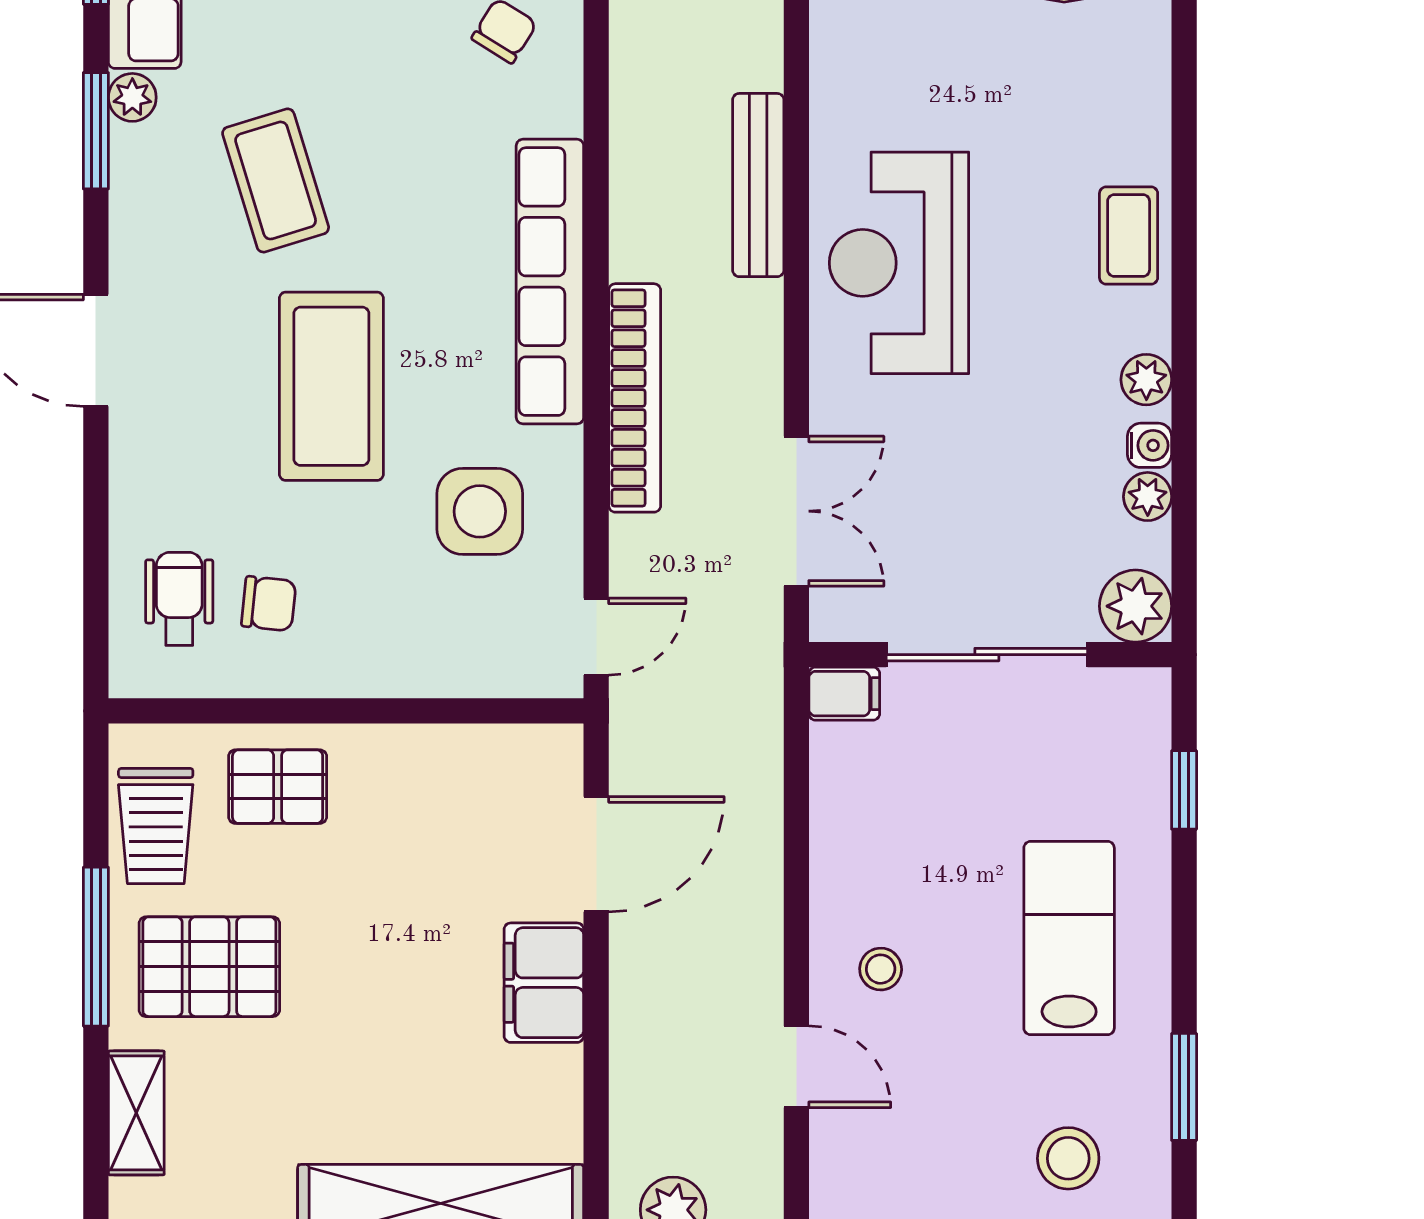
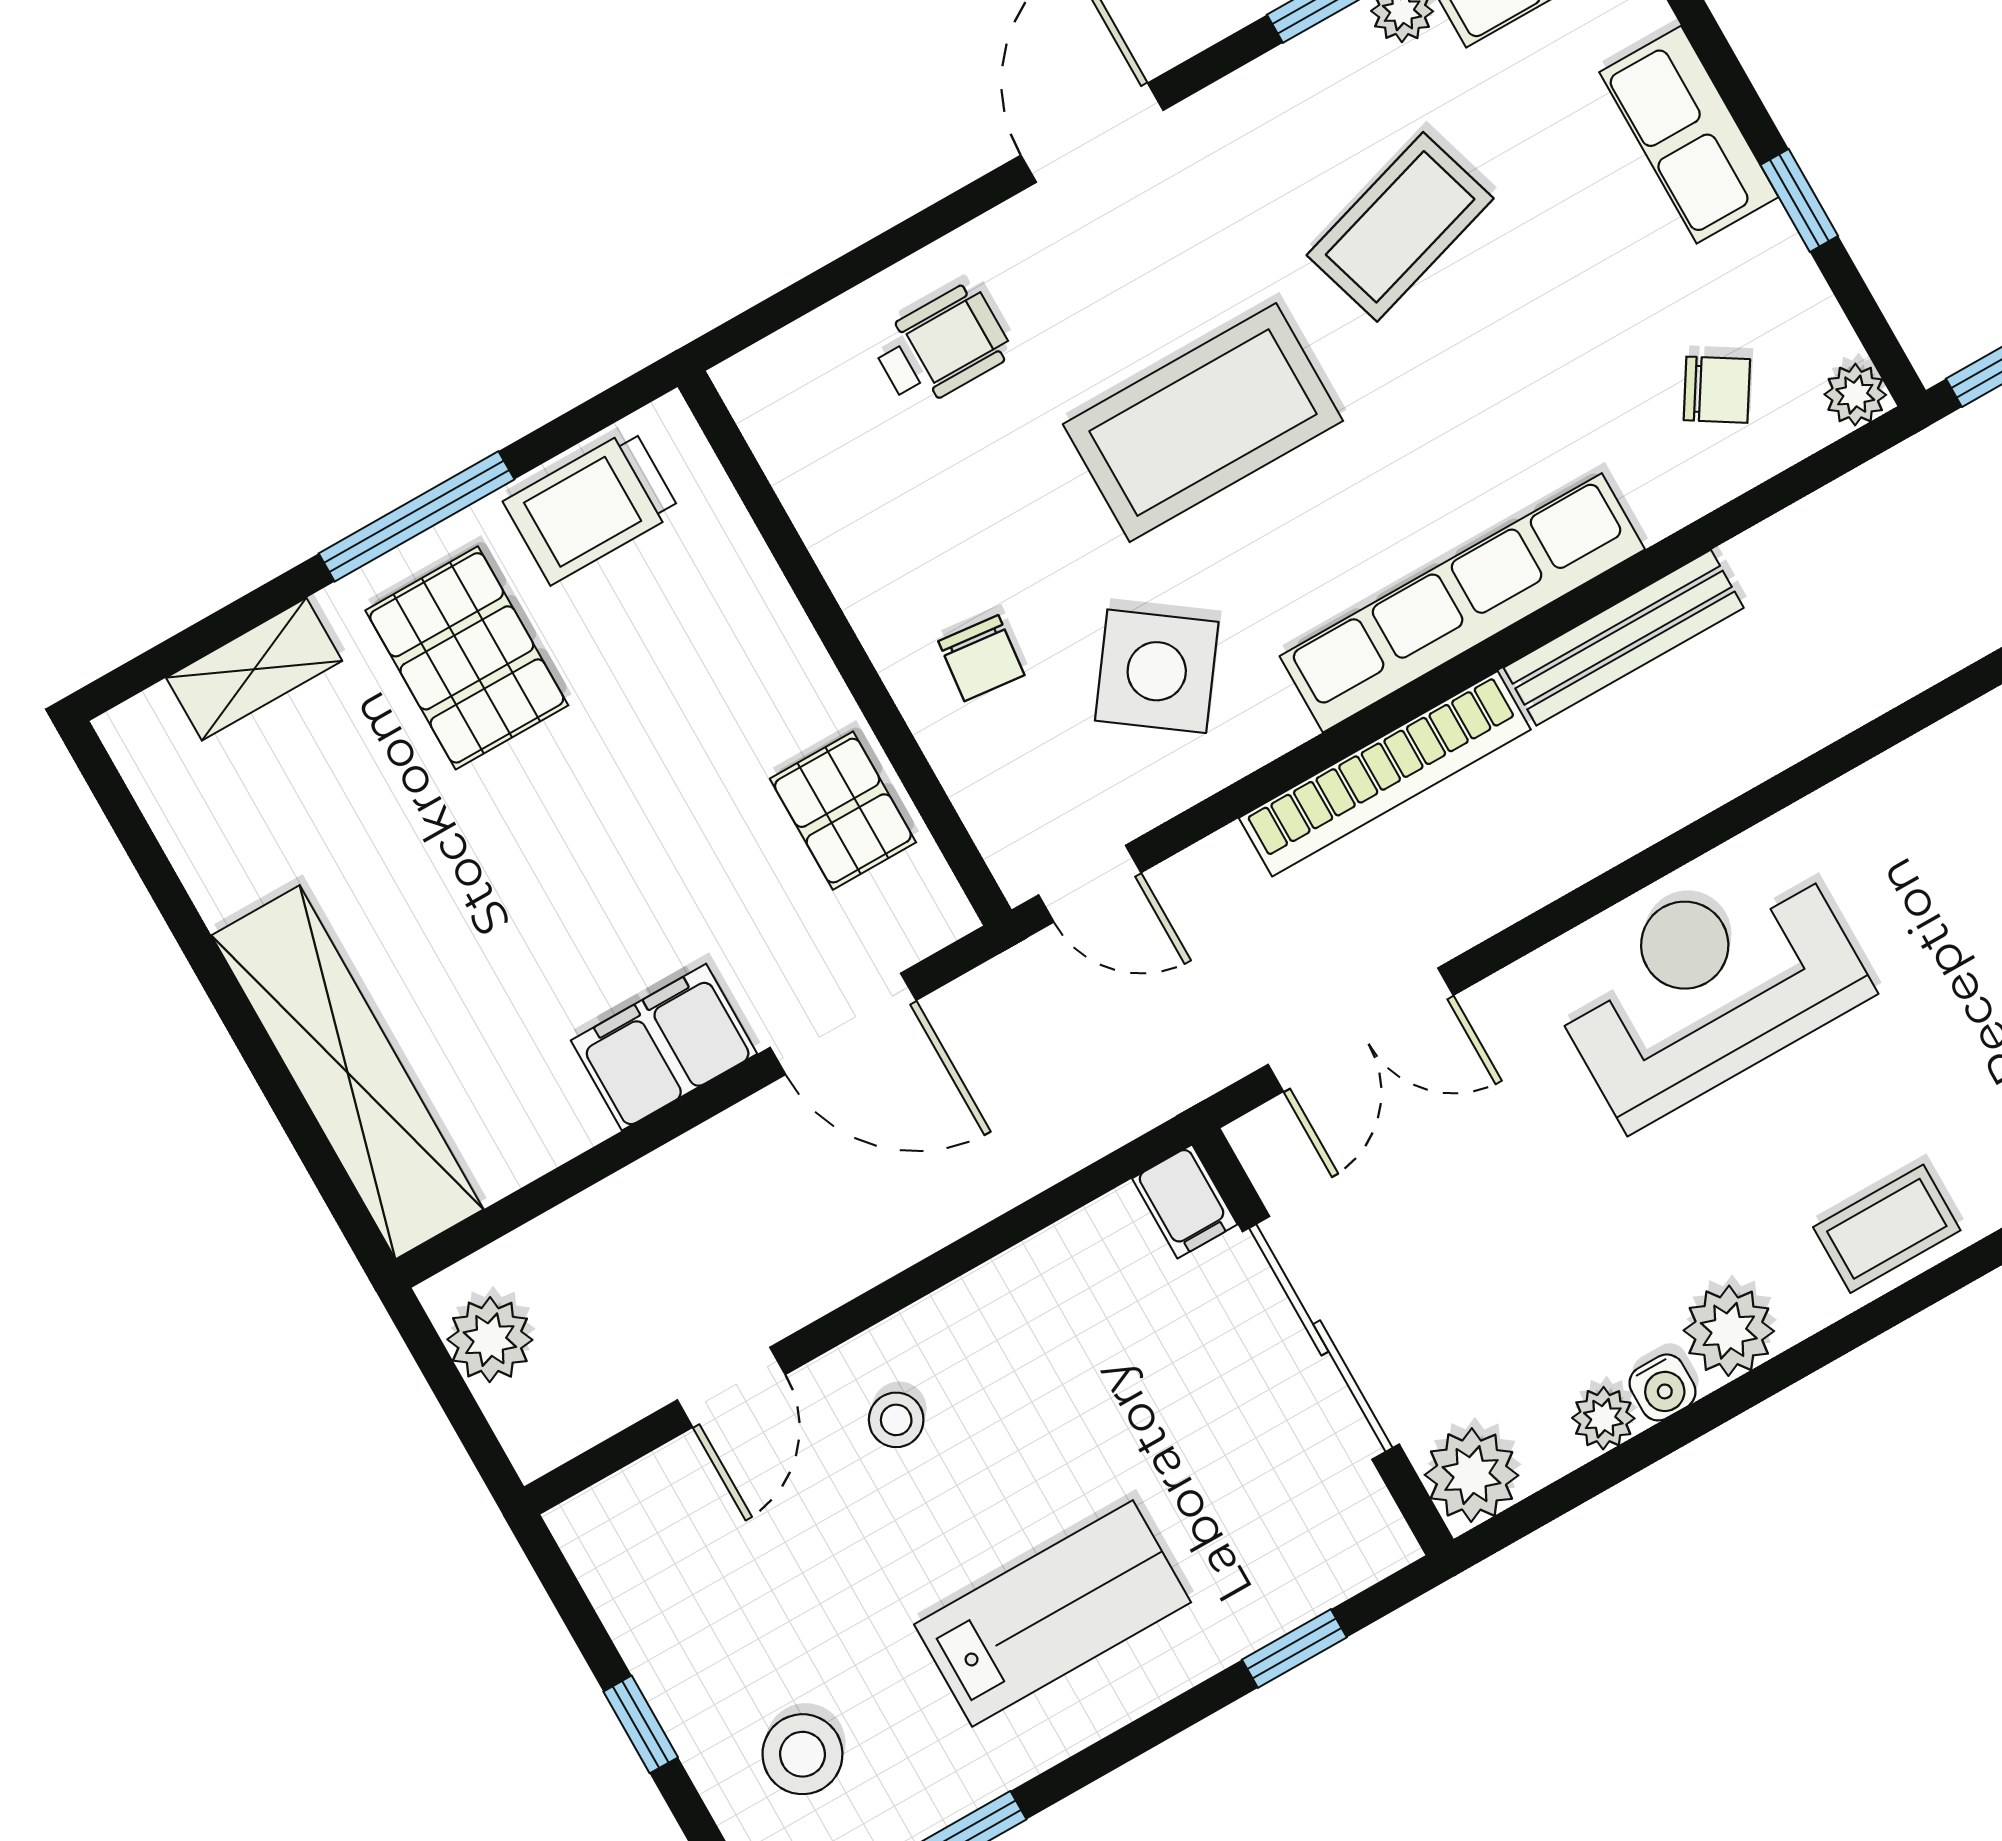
bench: (758, 185) -> (1624, 638), moved
plant: (1146, 380) -> (1729, 1331), width x1.38, depth x1.38
side table: (480, 511) -> (1157, 671), turned 36
wheelchair: (179, 599) -> (941, 346), moved
chair: (269, 604) -> (981, 658), moved
pallet: (278, 787) -> (843, 811), moved

